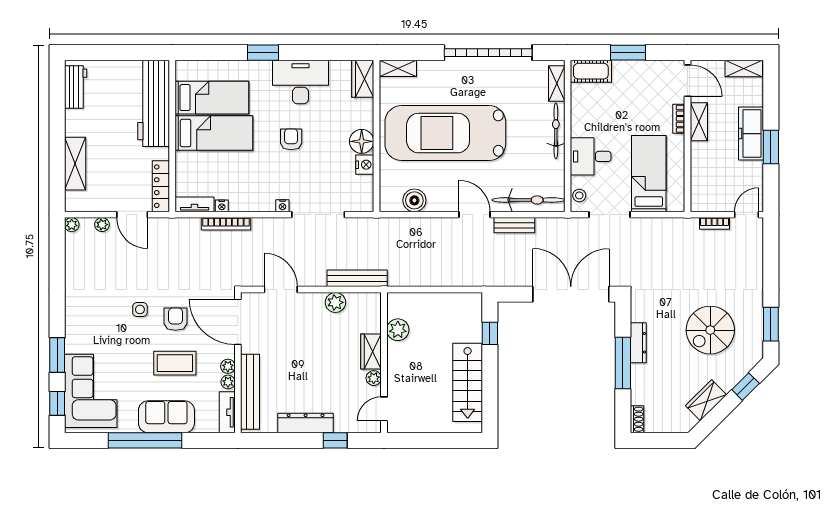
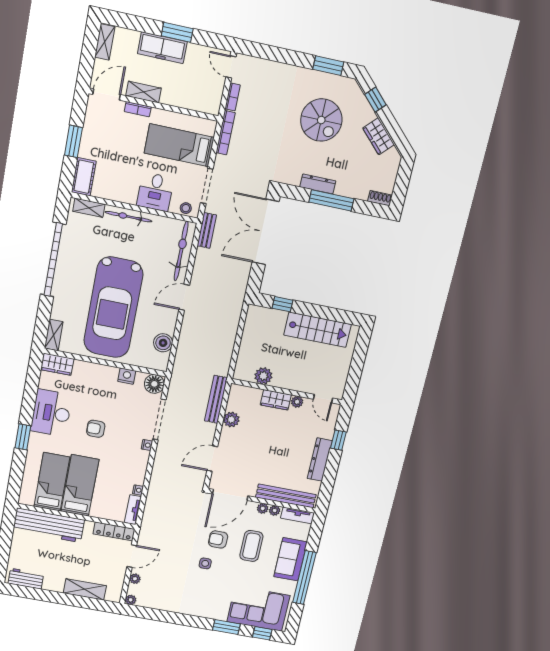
floor lamp: (362, 141) -> (154, 384), moved
bookcase: (226, 224) -> (226, 133), moved
bench: (514, 225) -> (207, 230), moved

